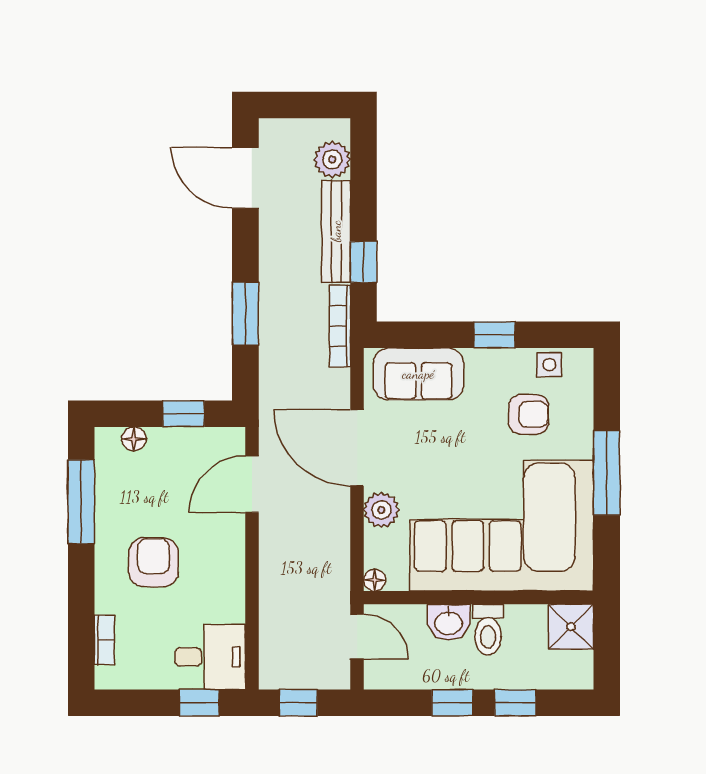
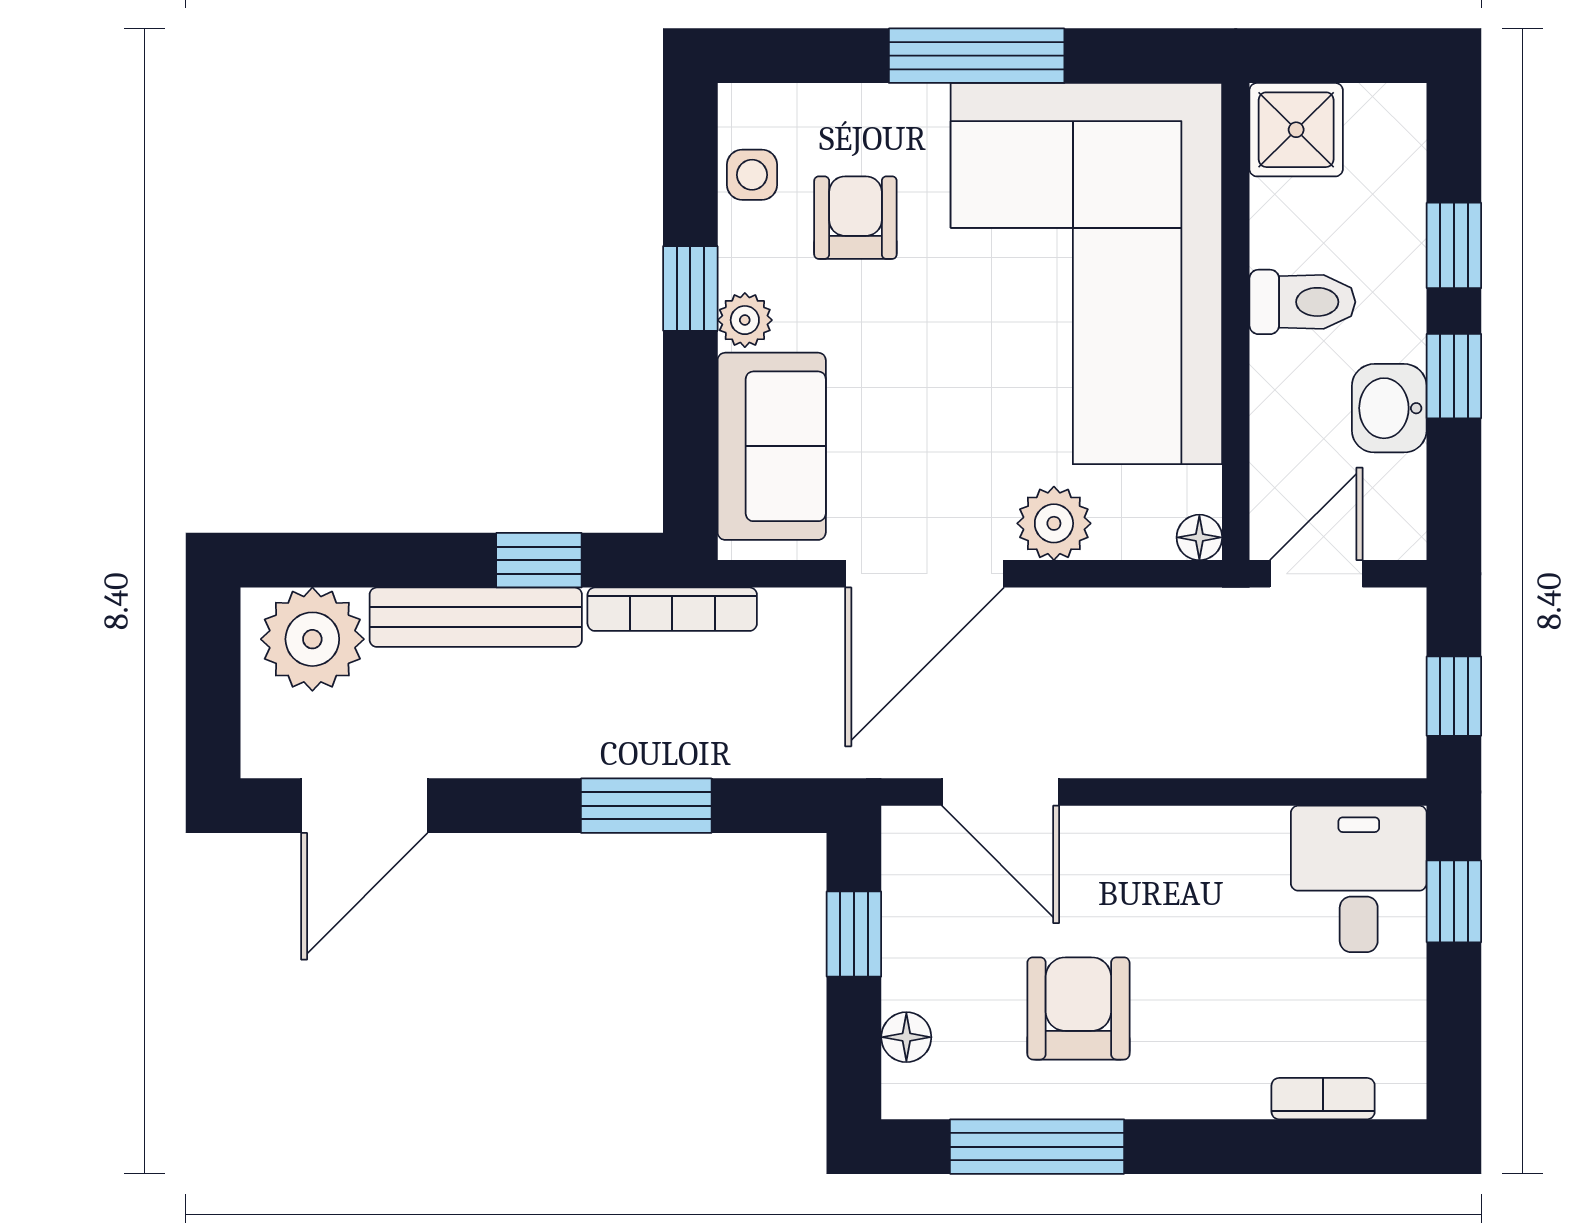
plant: (332, 159) -> (312, 639), width x1.36, depth x1.36
plant: (479, 361) -> (745, 320), added
armchair: (153, 562) -> (1078, 1008), moved, turned 90
washbasin: (449, 622) -> (1389, 408), moved, turned 180

